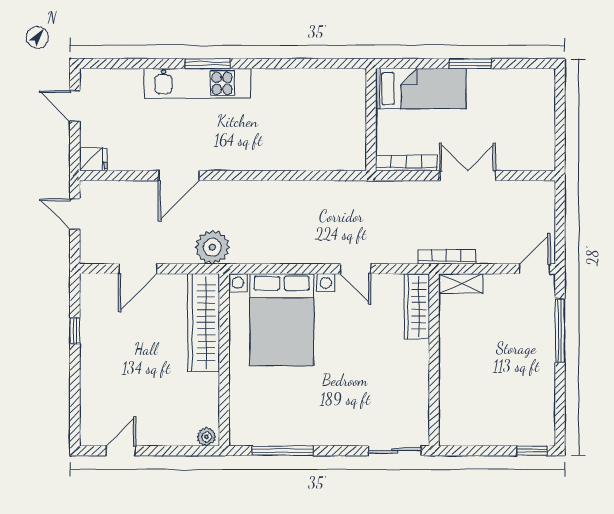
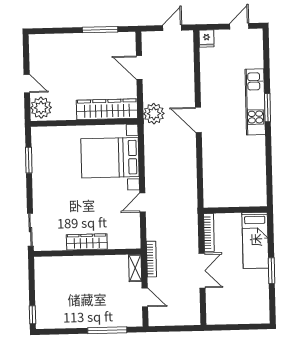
door: (179, 176) -> (198, 120), moved
door: (535, 269) -> (145, 297), moved
wardrobe: (417, 306) -> (87, 242), moved
window: (75, 331) -> (100, 30), width x2.17
plant: (206, 437) -> (41, 108), width x1.87, depth x1.87
door: (121, 451) -> (27, 84), moved
window: (283, 451) -> (29, 160), width x0.69

